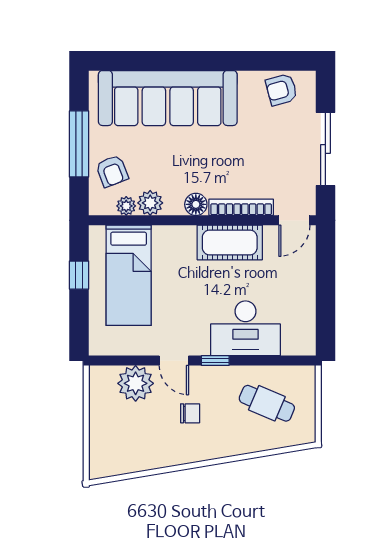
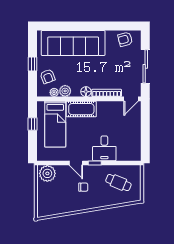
window: (79, 144) -> (33, 64), width x0.46
cot: (230, 243) -> (81, 109), moved
desk: (245, 328) -> (104, 148), width x0.73
plant: (136, 383) -> (47, 173), moved

